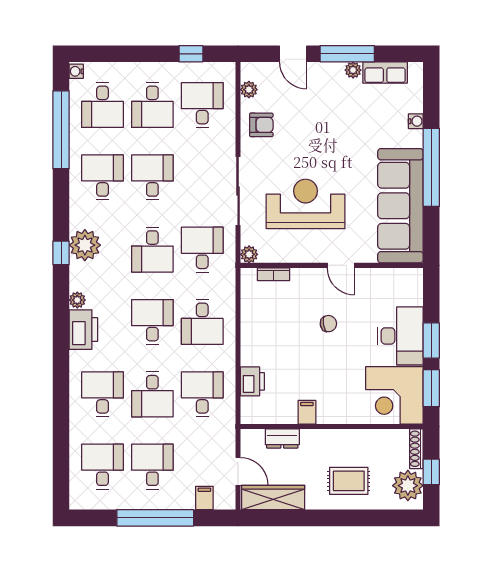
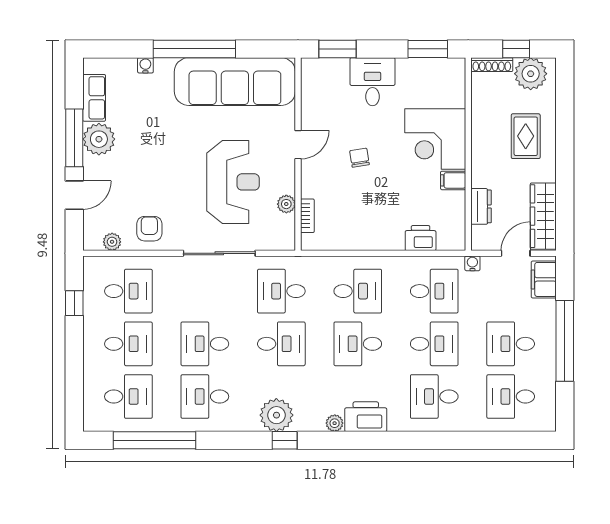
plant: (353, 70) -> (99, 139), width x1.88, depth x1.88
water cooler: (76, 71) -> (472, 263), moved, turned 180
desk: (202, 105) -> (128, 291), turned 180
reception desk: (305, 204) -> (233, 182), turned 180
plant: (249, 254) -> (286, 204), moved
desk: (400, 336) -> (372, 82), width x0.73
window: (431, 340) -> (337, 49), moved
desk: (202, 394) -> (434, 291), turned 180
corner desk: (394, 395) -> (435, 139), moved, turned 90
filing cabinet: (204, 498) -> (544, 279), width x2.00

